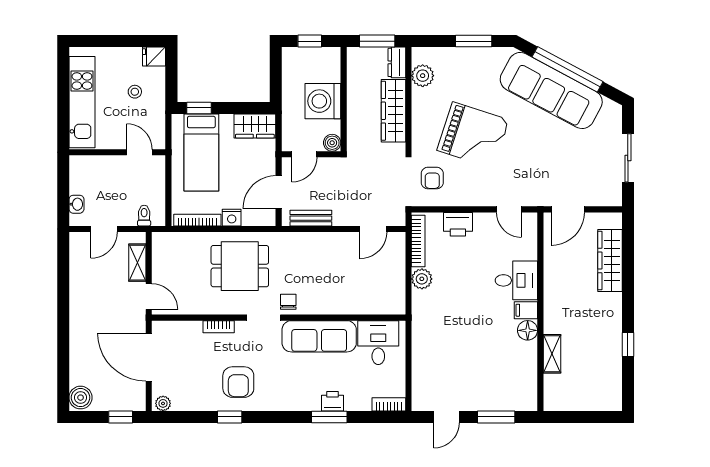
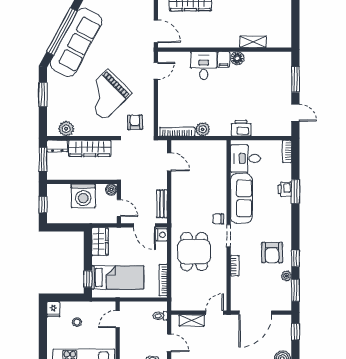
grand piano: (473, 135) -> (106, 95), turned -153
armchair: (432, 178) -> (135, 122), turned -91
nightstand: (232, 218) -> (161, 235), moved
printer: (458, 224) -> (241, 128), moved, turned -90
armchair: (238, 382) -> (272, 253), turned 90
plant: (163, 403) -> (286, 276), moved
window: (182, 417) -> (295, 290), added

